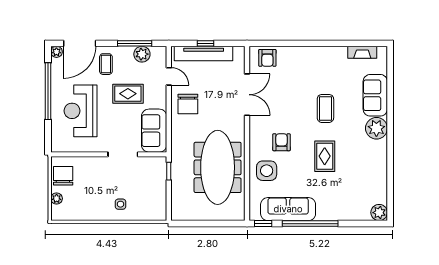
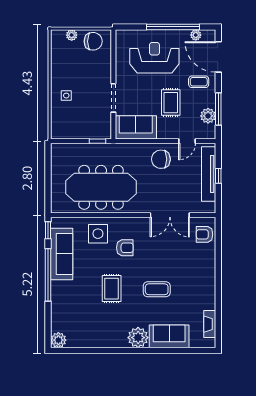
plant: (56, 52) -> (196, 35), moved
rug: (325, 156) -> (112, 289), turned 90

